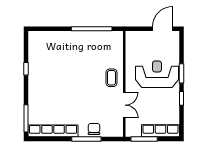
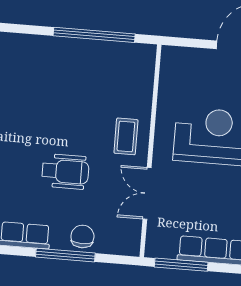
wheelchair: (83, 98) -> (65, 172), added
double door: (124, 105) -> (147, 193), swing flipped

